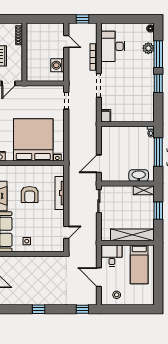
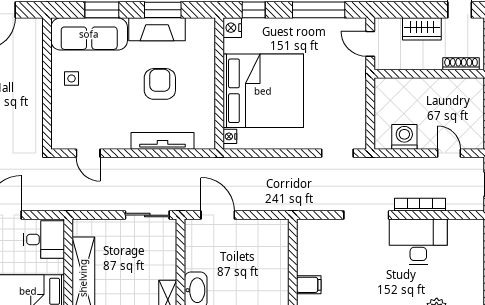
door: (66, 42) -> (449, 153), swing flipped
desk: (113, 46) -> (418, 242), moved
filing cabinet: (106, 116) -> (309, 285), moved
armchair: (30, 194) -> (160, 84), turned 90

